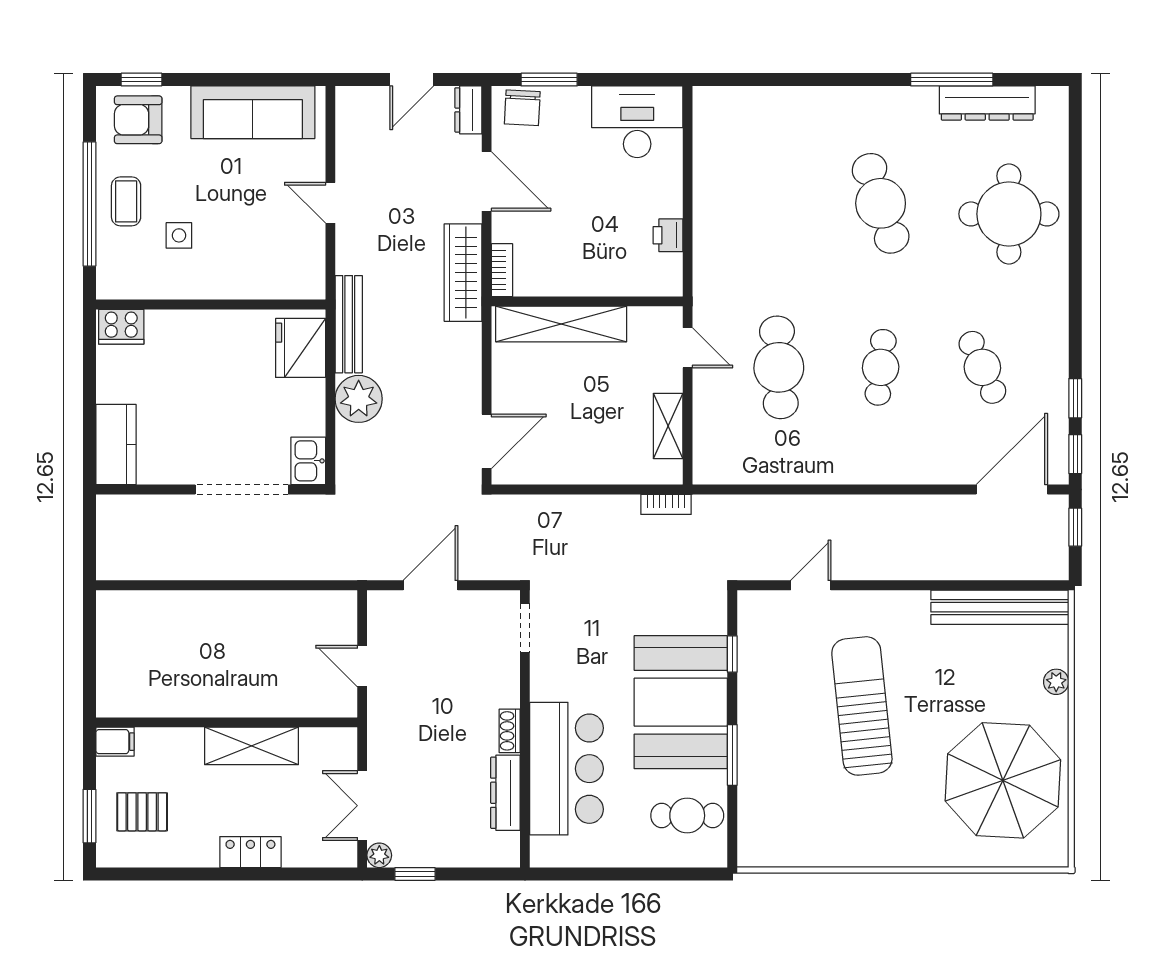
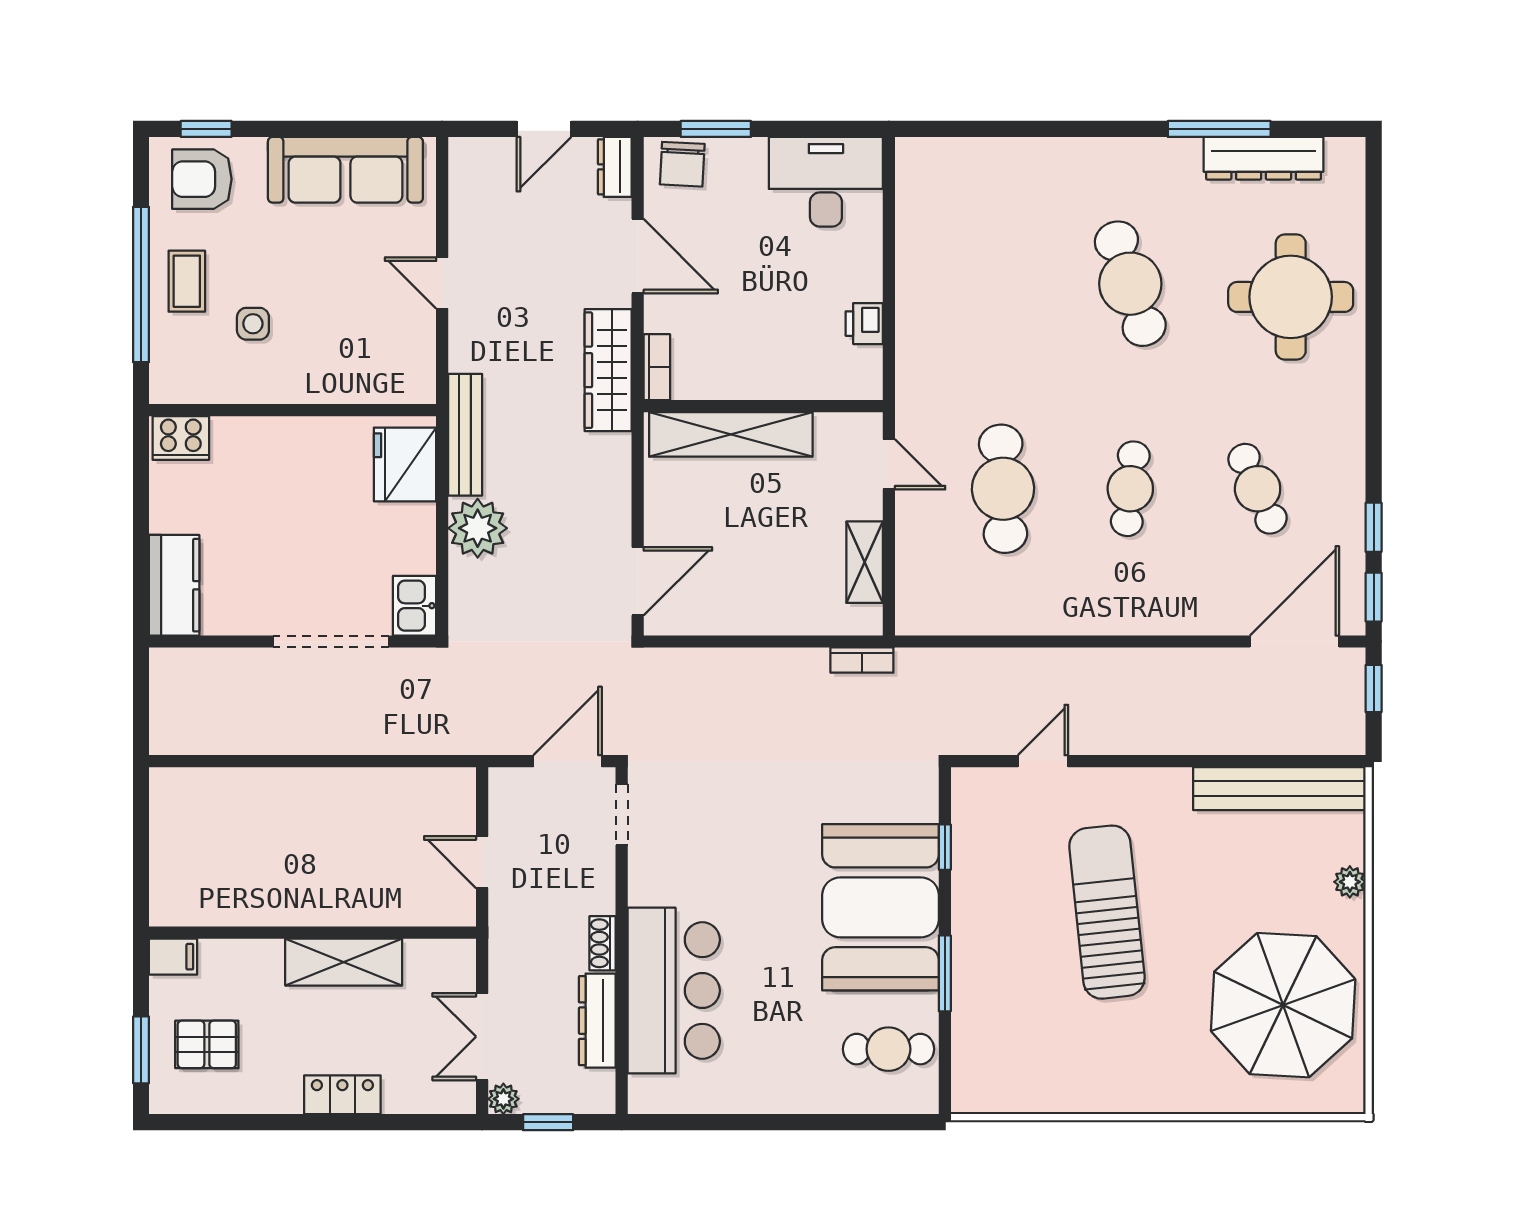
doorway: (525, 628) -> (622, 815), moved
wall: (525, 729) -> (622, 941), moved
shoe rack: (510, 731) -> (603, 943), moved
bar counter: (567, 769) -> (674, 991), moved
dresser: (505, 793) -> (597, 1021), moved

